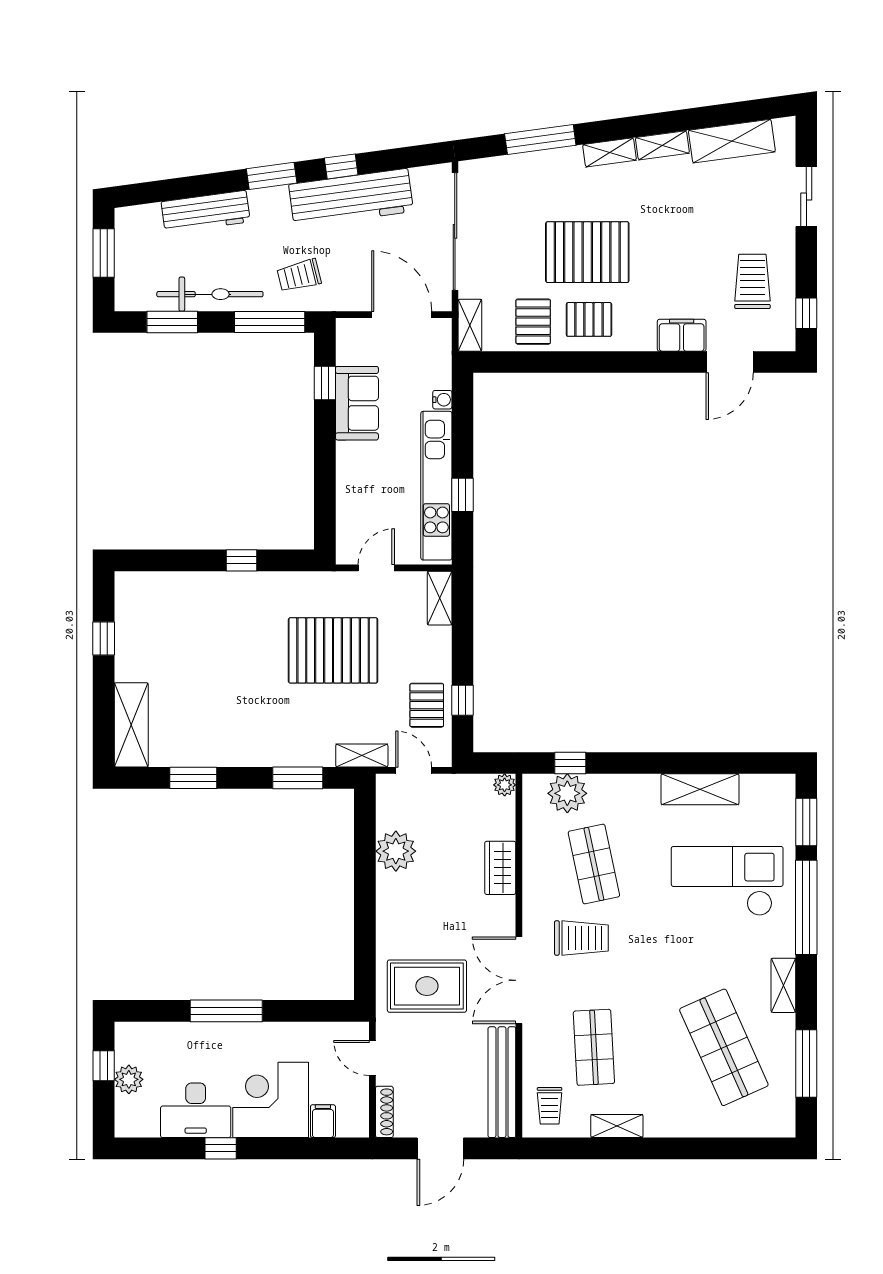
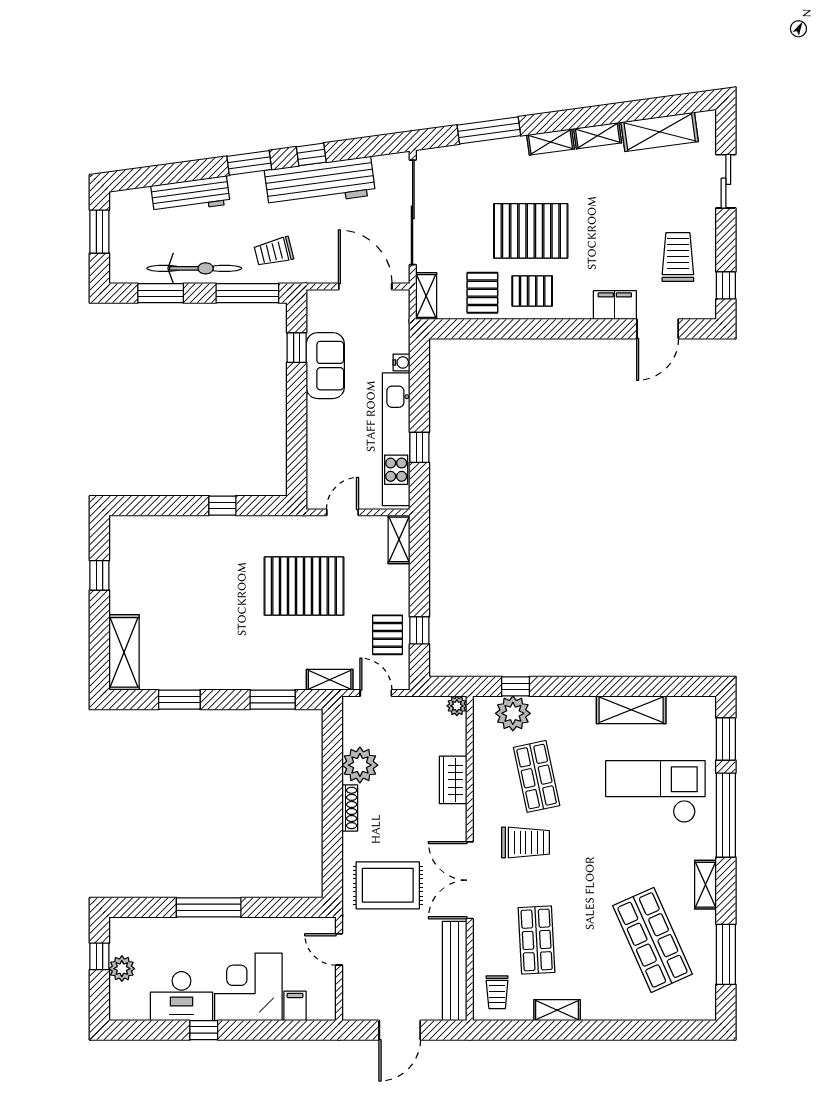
shoe rack: (384, 1112) -> (350, 808), moved

